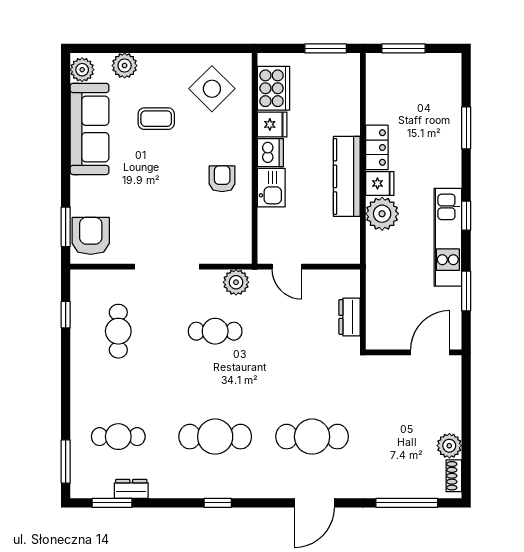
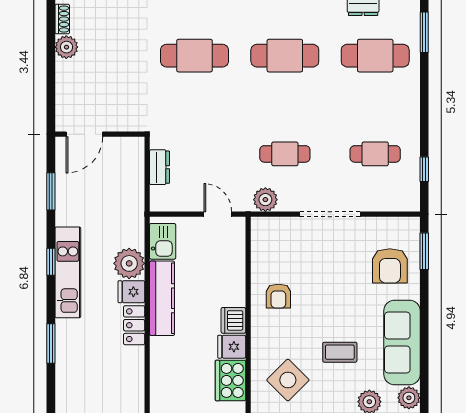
kitchen sink: (271, 188) -> (163, 241), moved, turned 180
armchair: (91, 236) -> (390, 266), moved
kitchen unit: (448, 237) -> (68, 272), moved
cafe table: (118, 331) -> (375, 154), turned 90
cafe table: (118, 437) -> (375, 56), width x1.37, depth x1.35

